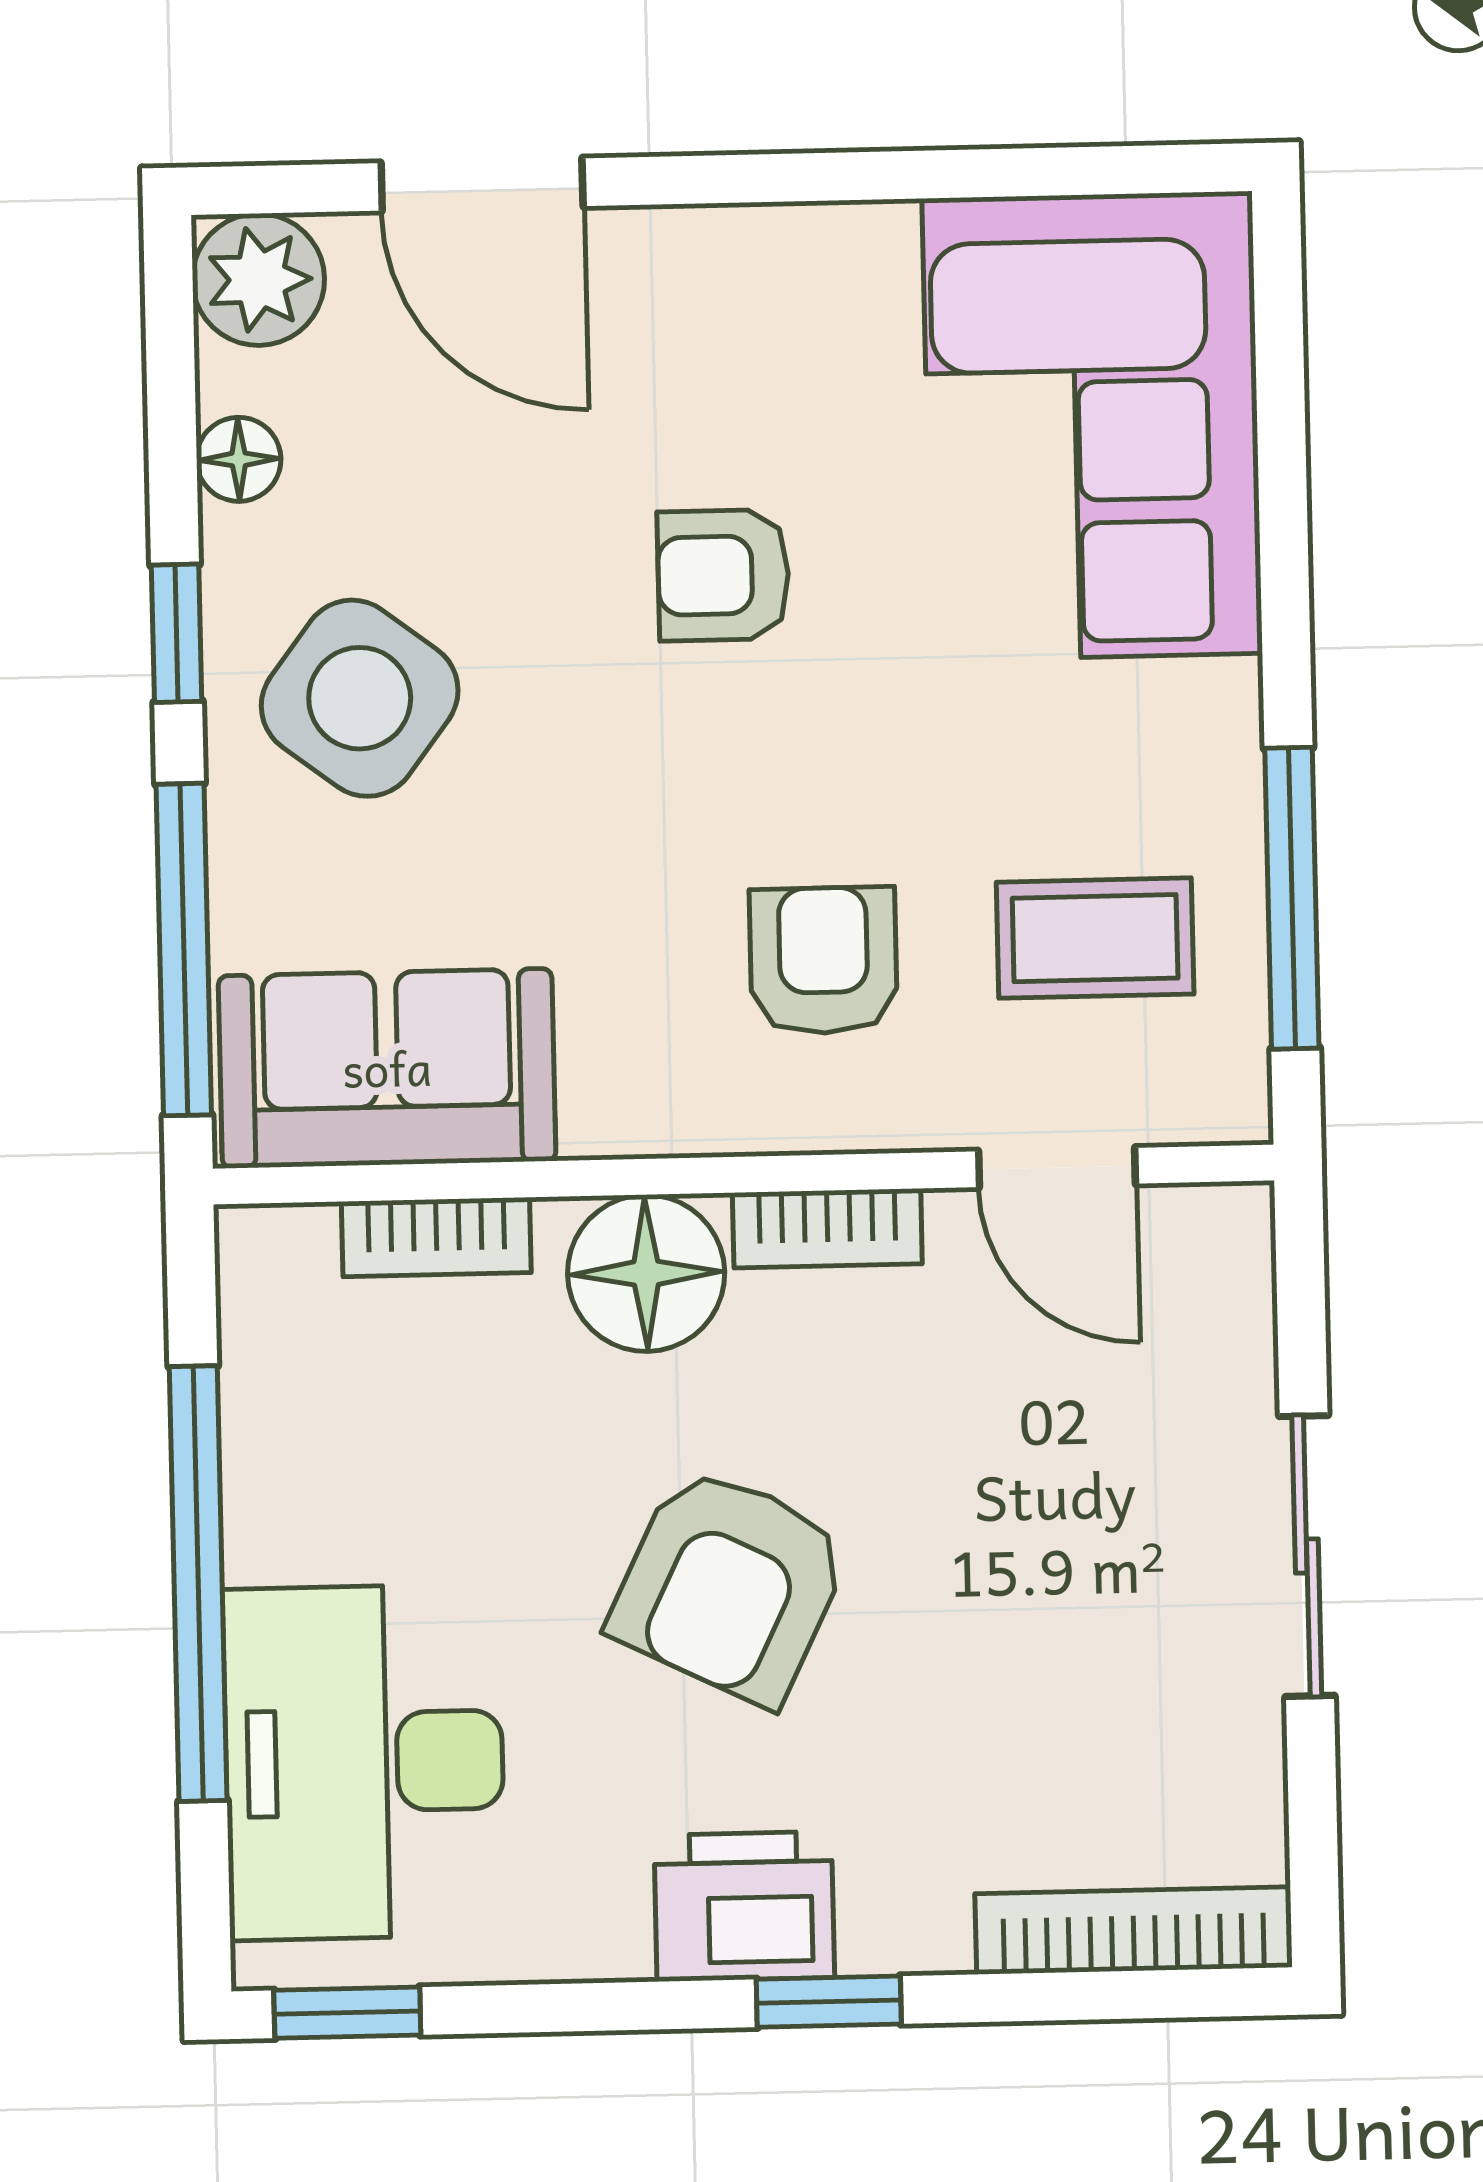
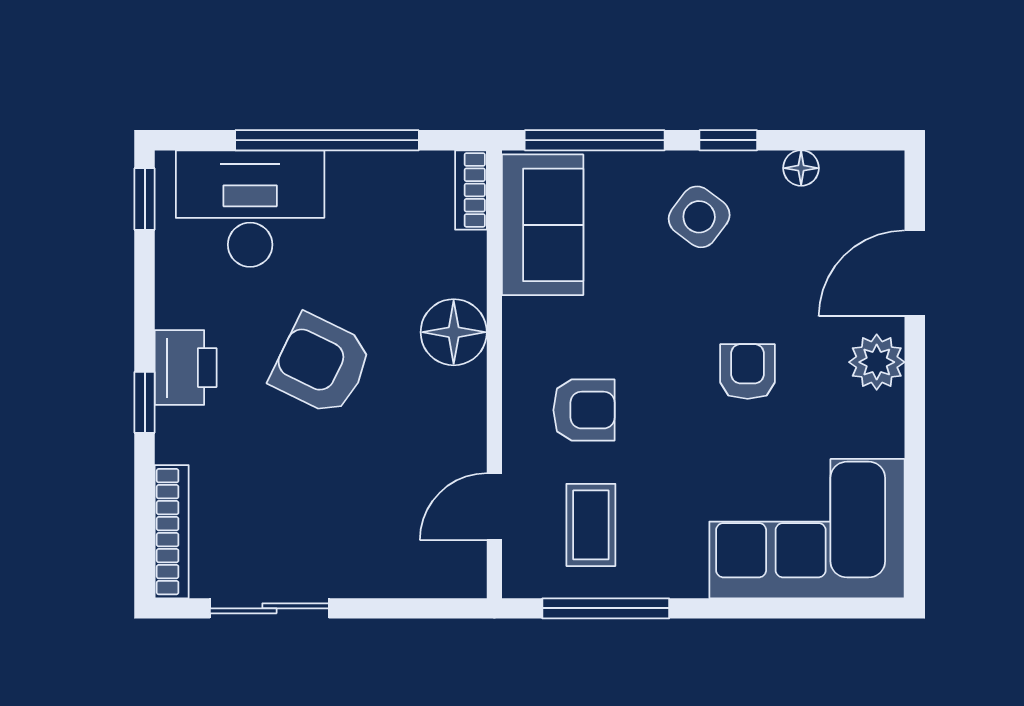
plant: (258, 280) -> (877, 362), moved
side table: (360, 698) -> (699, 217), width x0.73, depth x0.73
bookcase: (827, 1228) -> (471, 409), removed
bookcase: (436, 1237) -> (471, 190), moved
sliding door: (1307, 1556) -> (269, 608), moved

